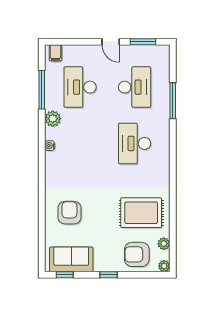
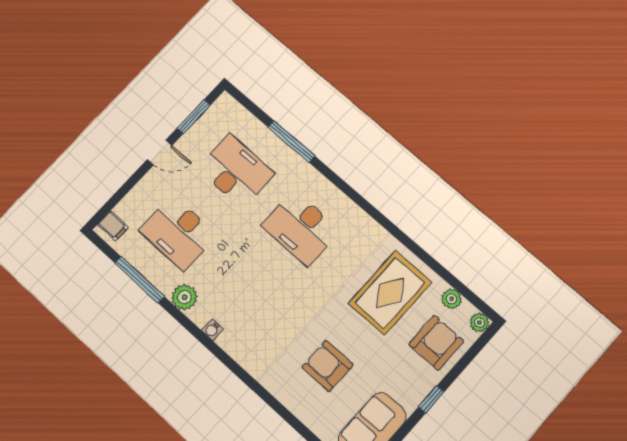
armchair: (69, 213) -> (328, 366), moved
armchair: (137, 254) -> (436, 343), turned 180

